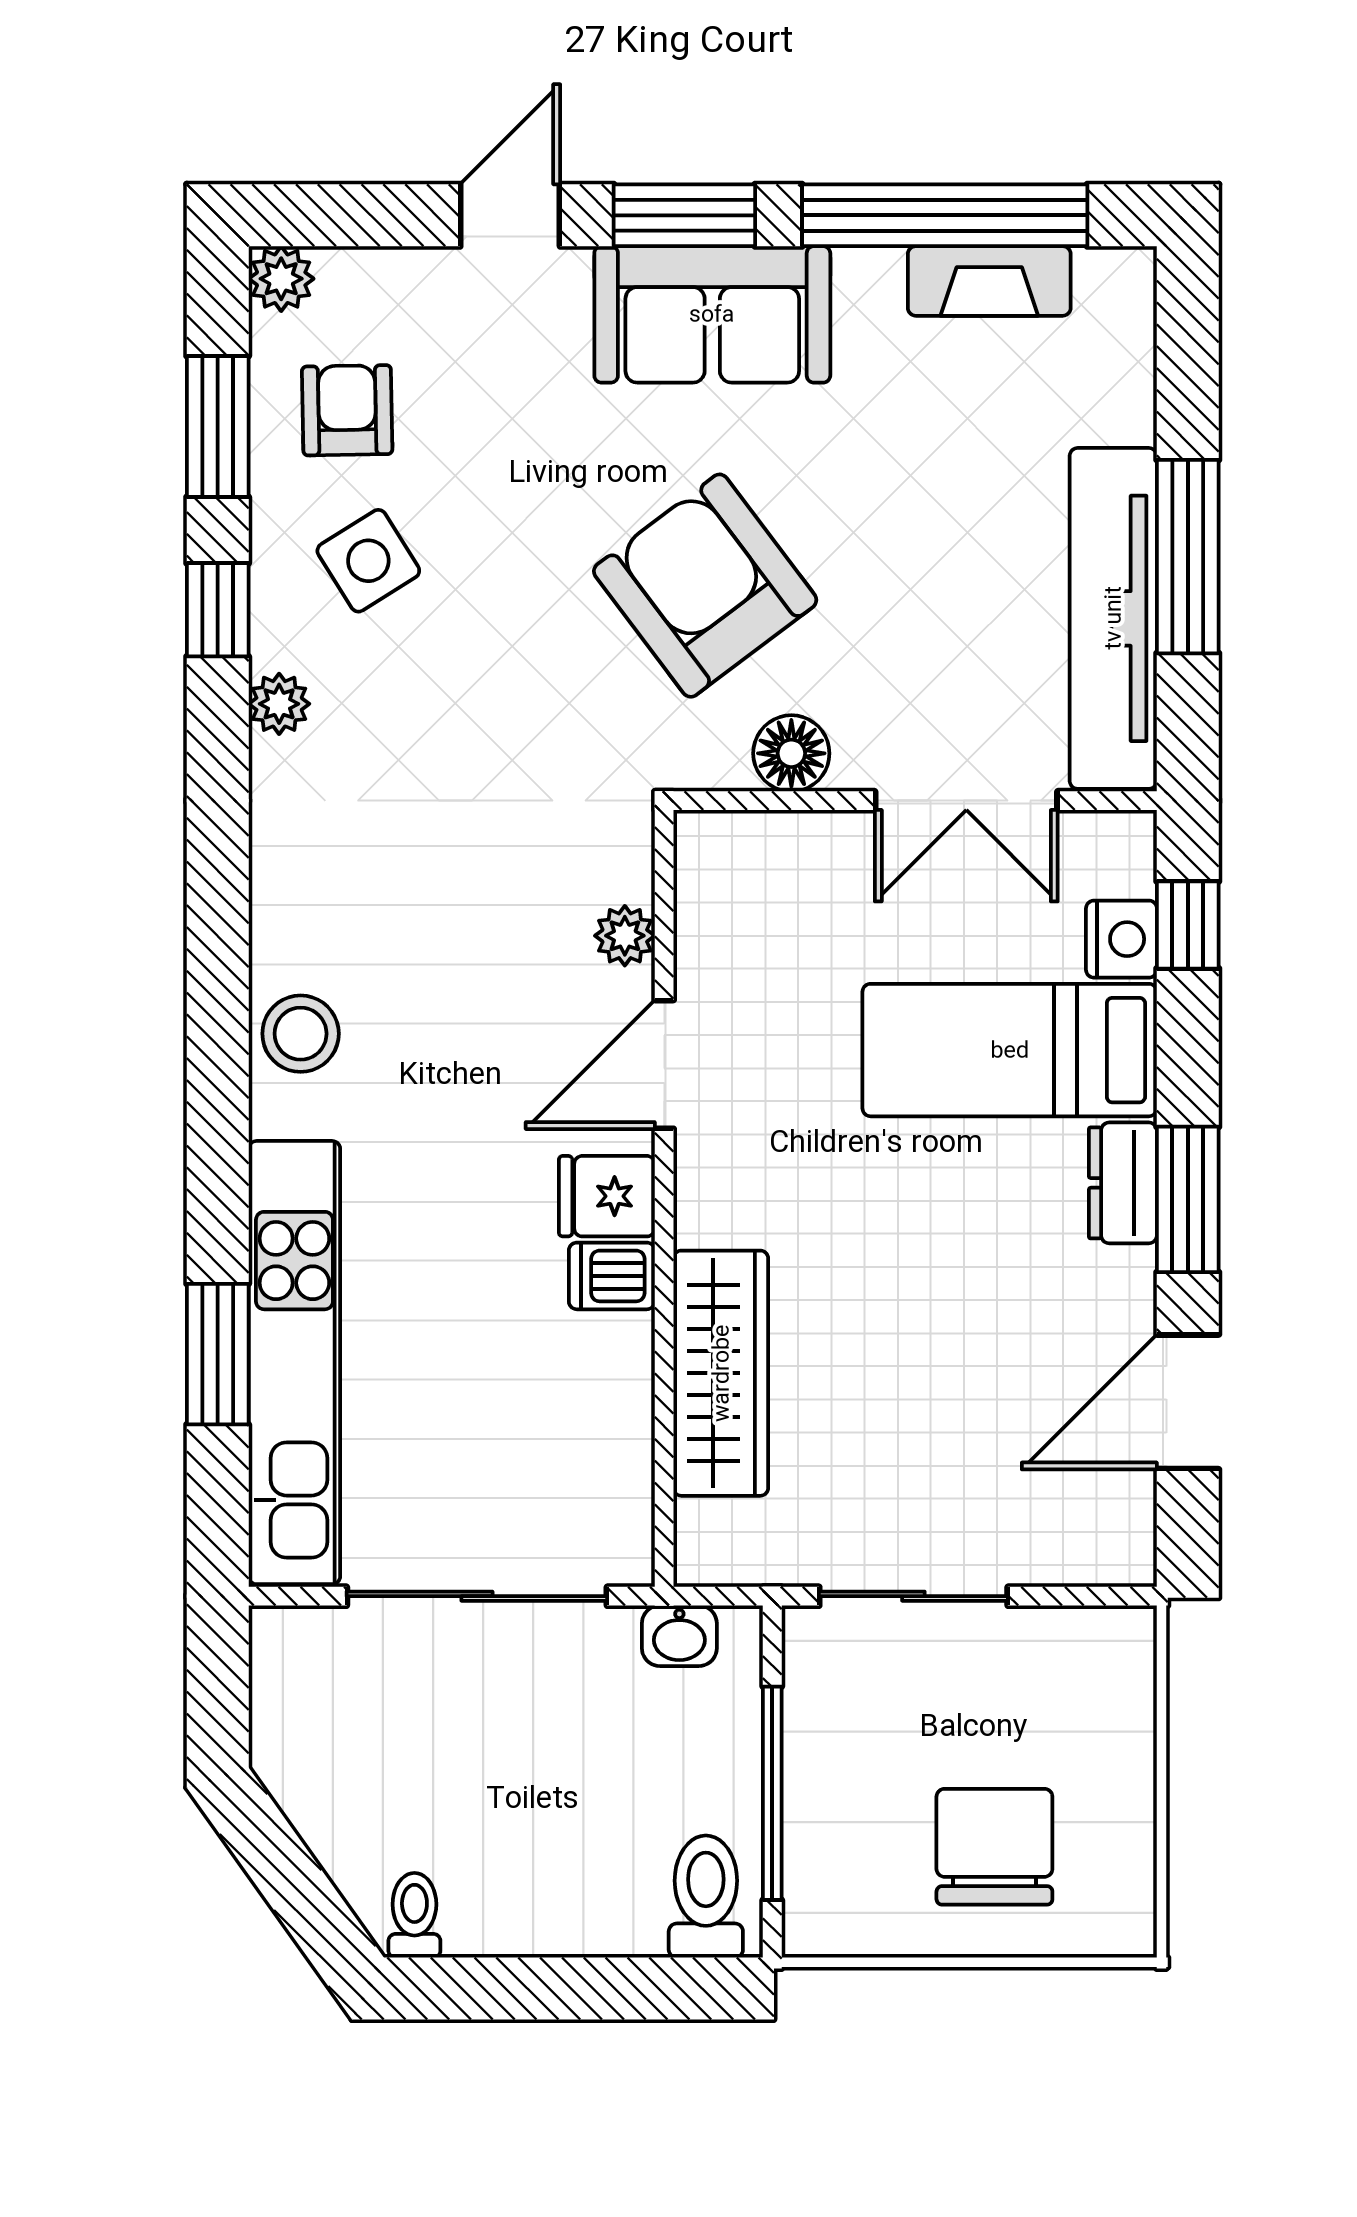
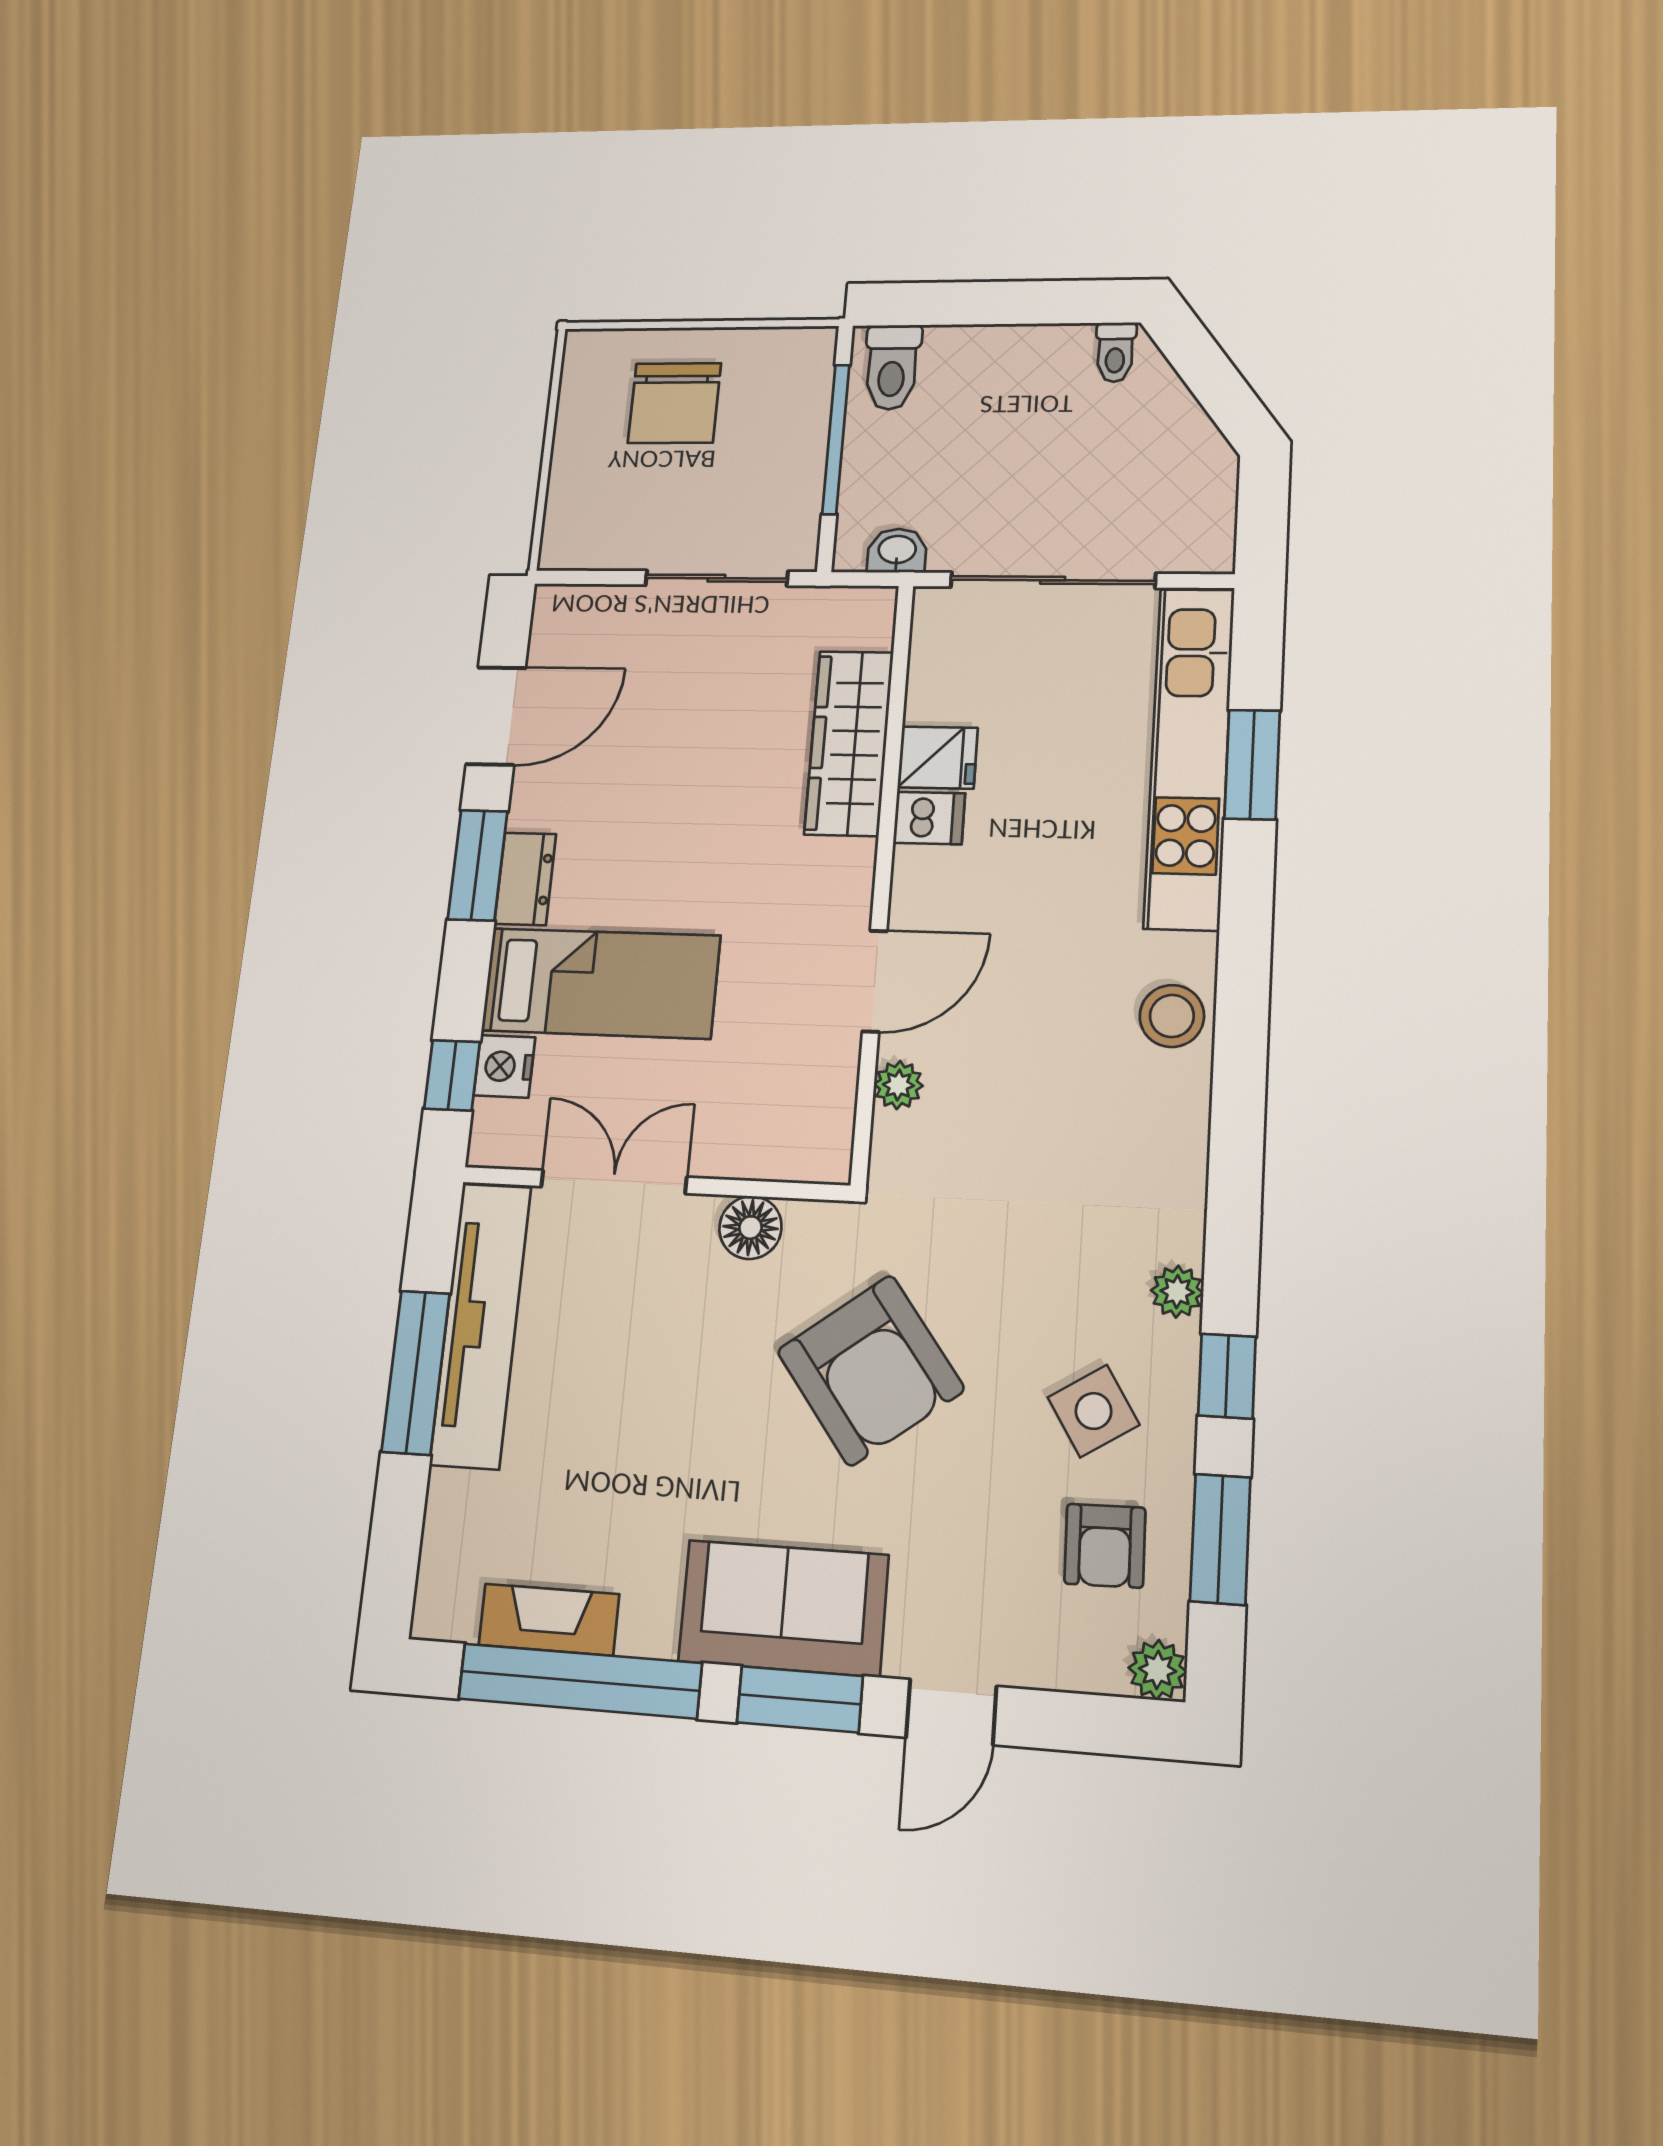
armchair: (705, 586) -> (870, 1370), moved
fridge: (607, 1196) -> (938, 758), moved

